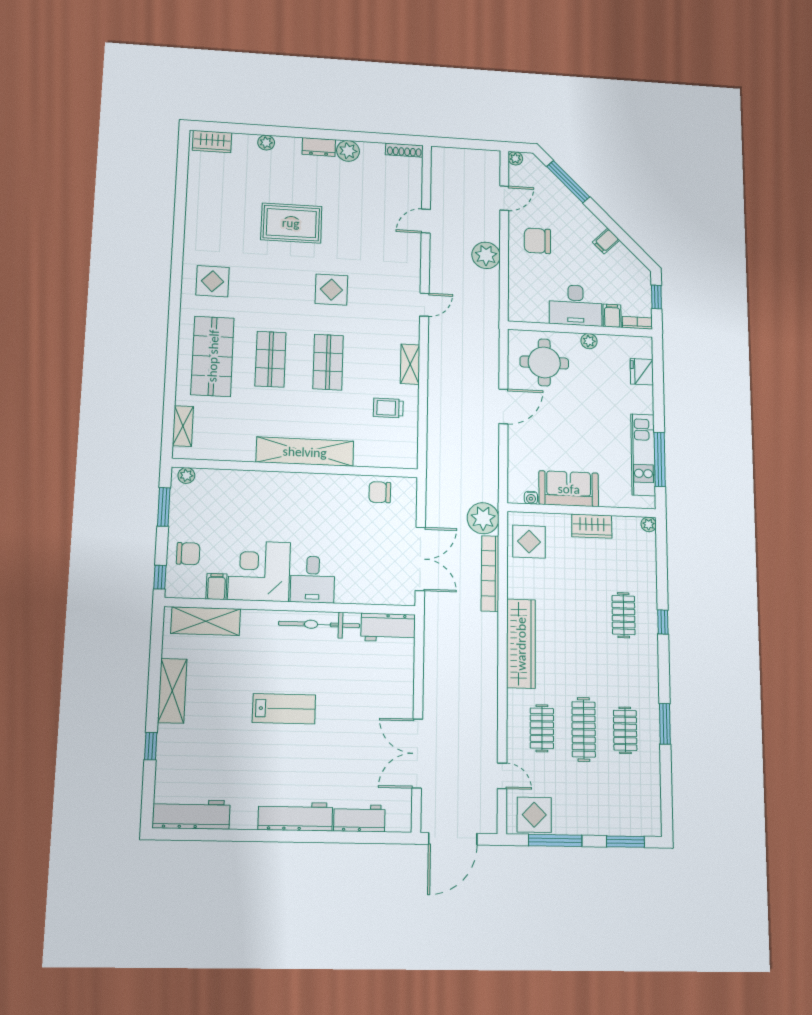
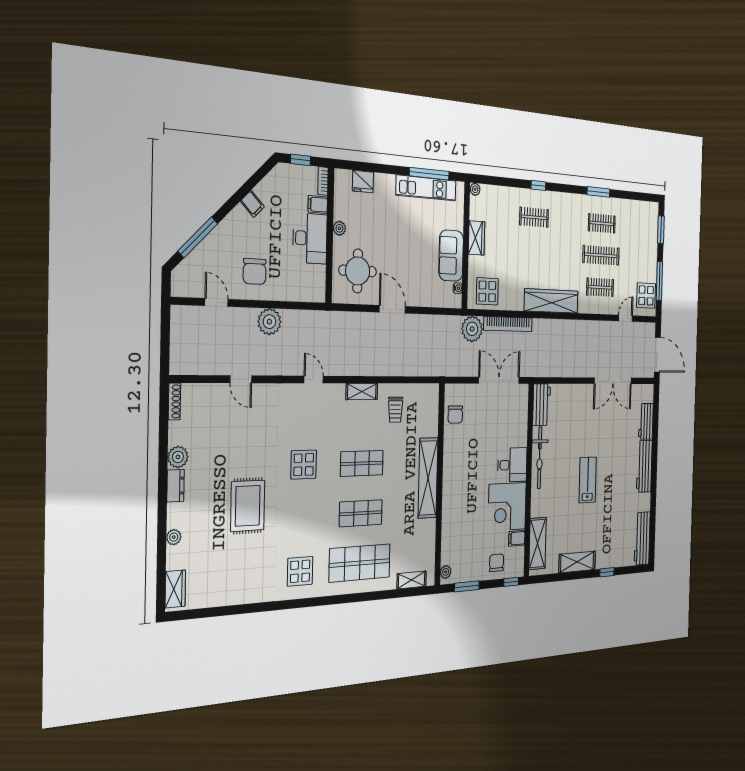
plant: (515, 158) -> (177, 290), removed

